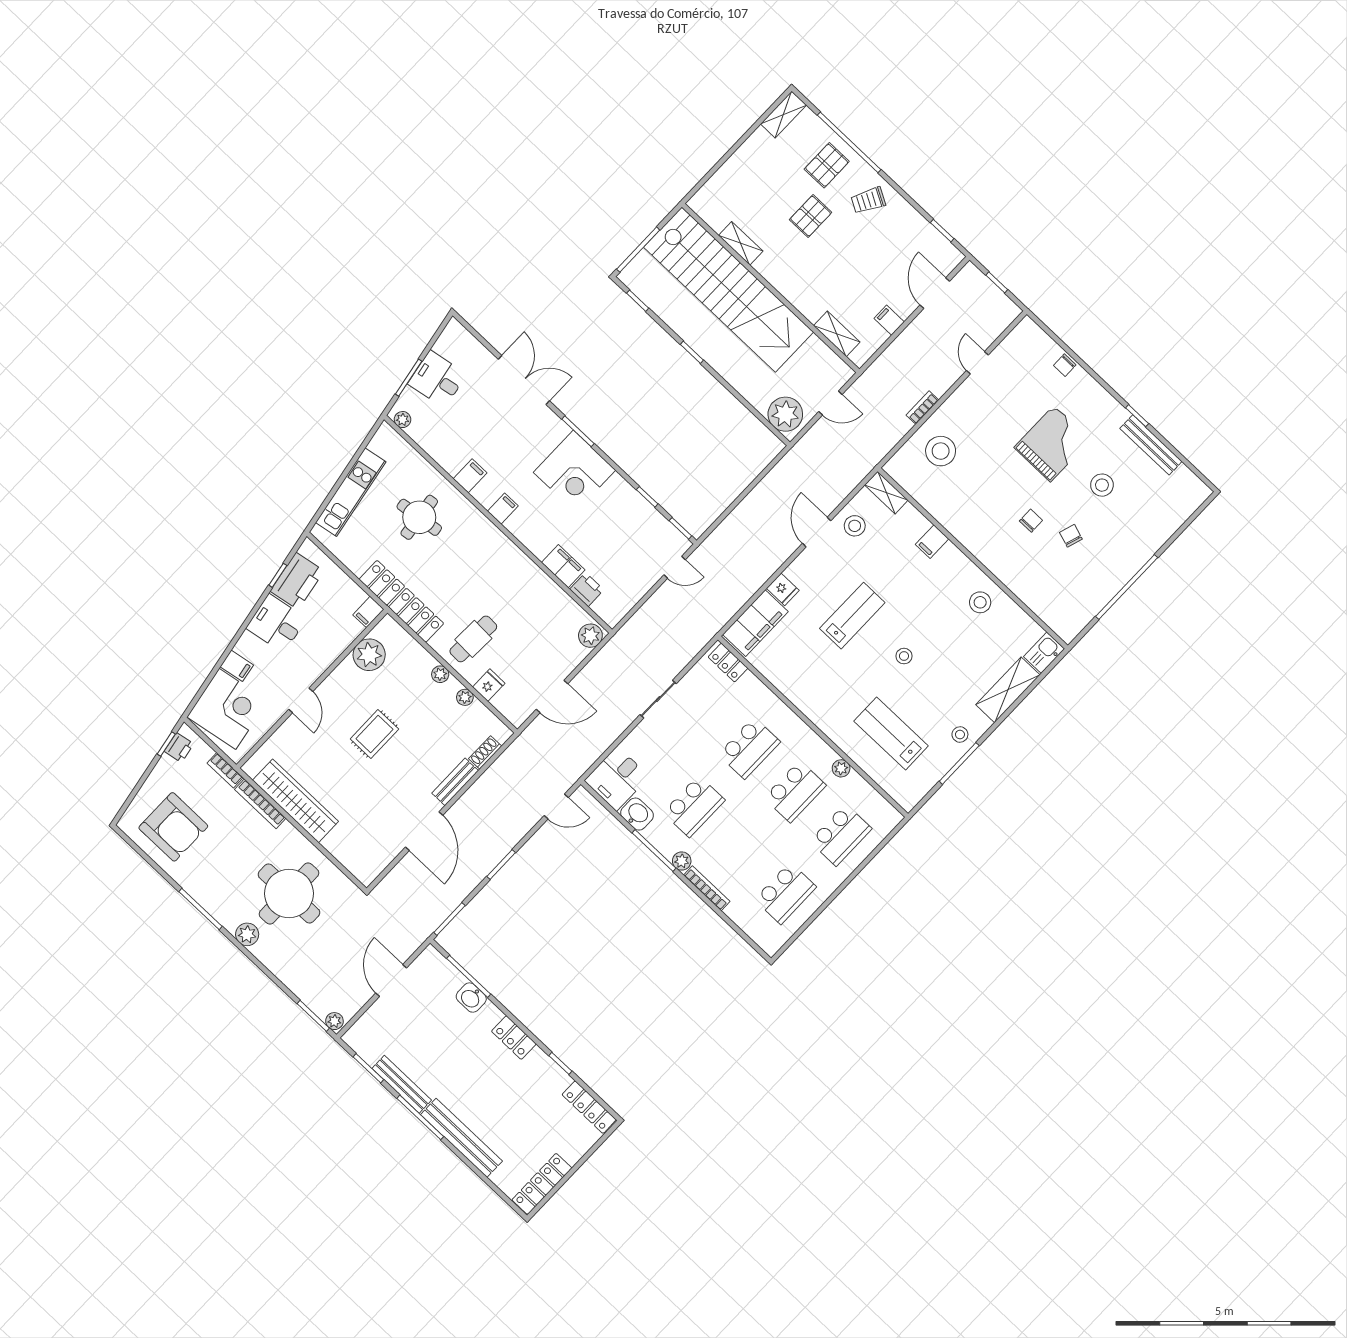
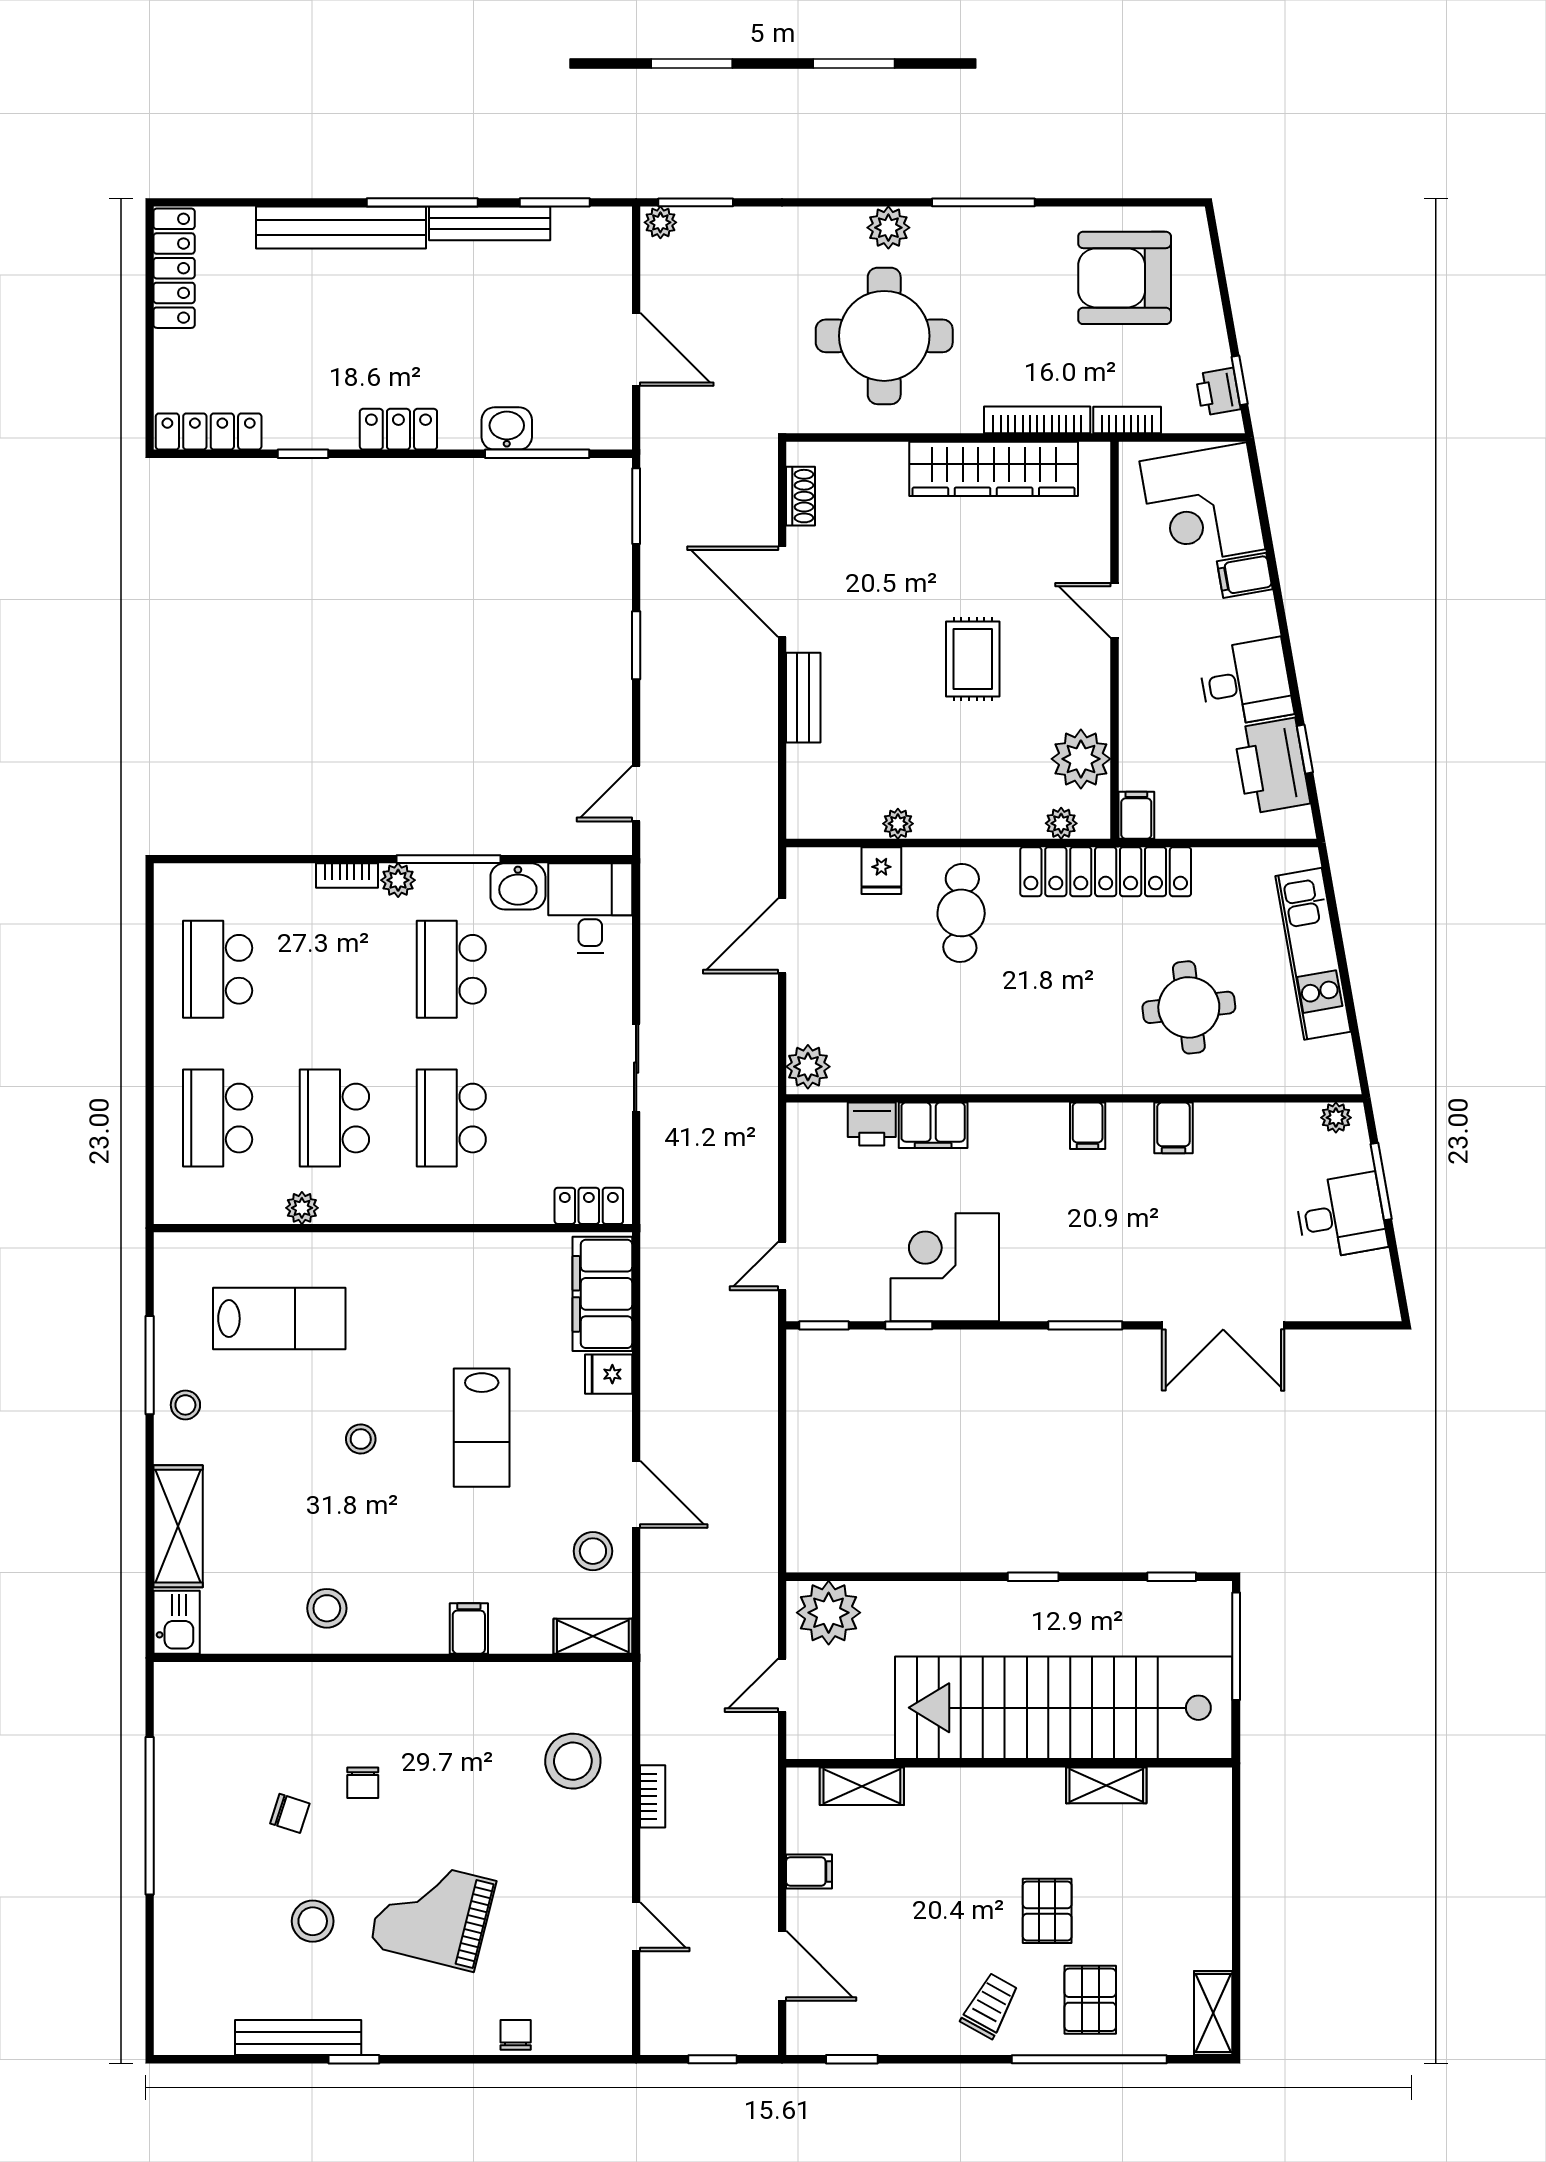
grand piano: (1052, 444) -> (432, 1913), turned 104
corner desk: (574, 471) -> (945, 1267), moved
plant: (440, 674) -> (1061, 823), moved
shoe rack: (485, 752) -> (800, 496), moved
bookcase: (707, 888) -> (347, 876), width x0.64

